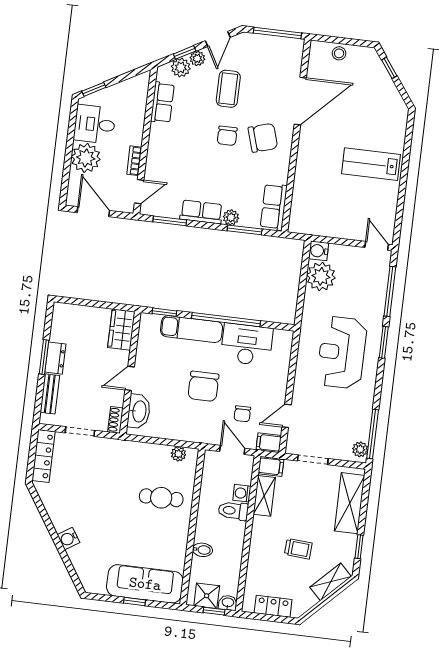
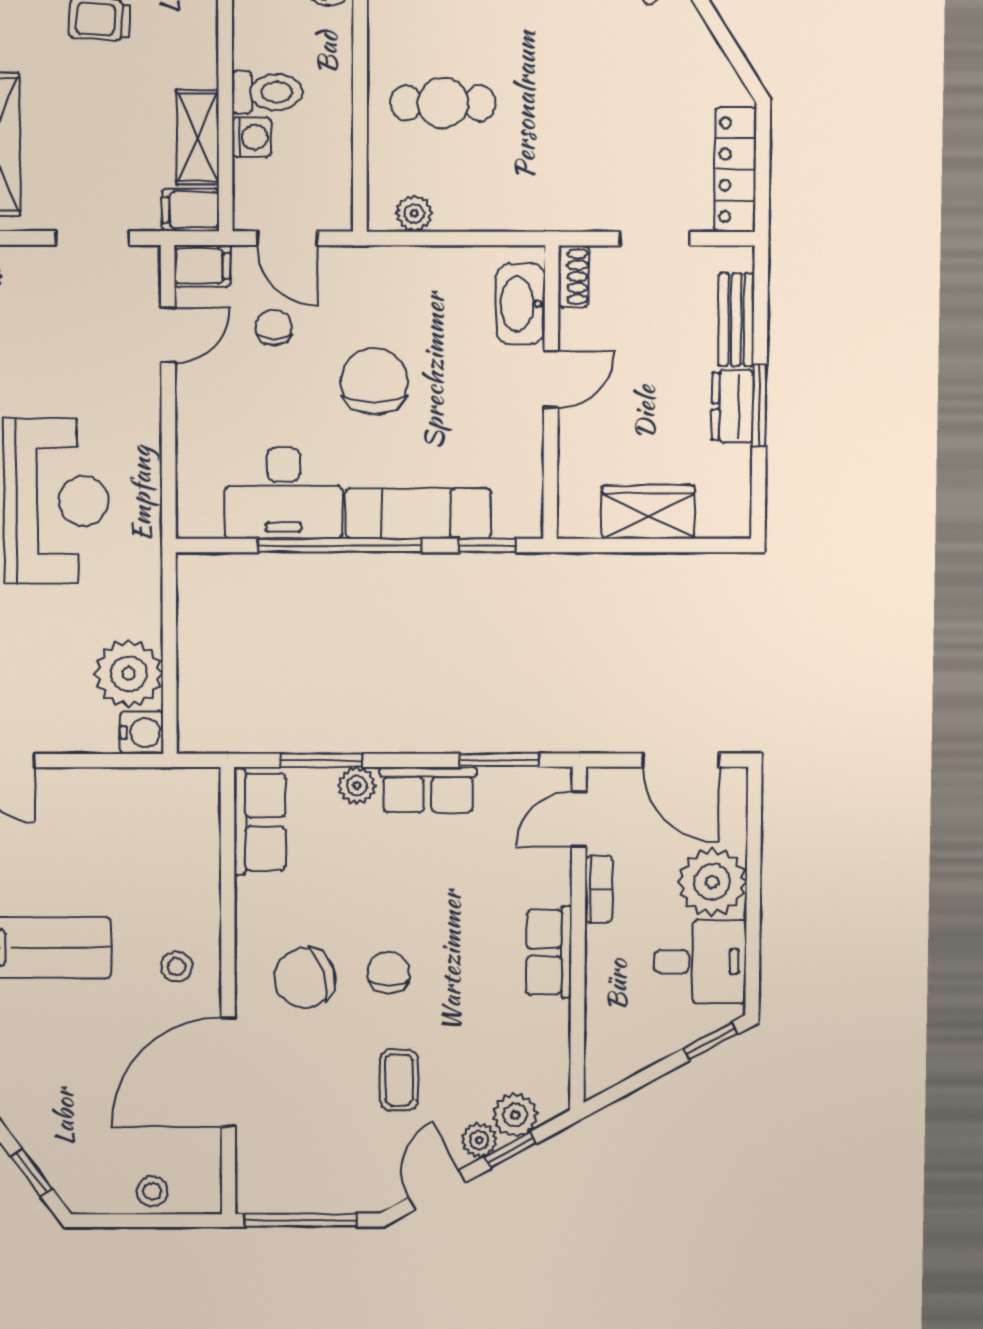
coffee table: (228, 89) -> (399, 1080), width x0.73, depth x0.77
row of seats: (162, 103) -> (549, 952), moved
stool: (317, 149) -> (176, 966), added
wardrobe: (121, 330) -> (648, 512), moved, turned -90

